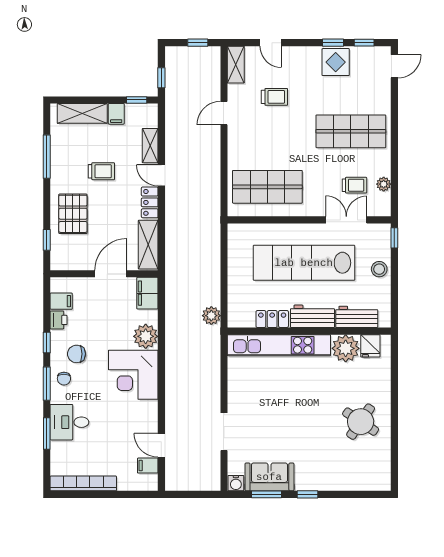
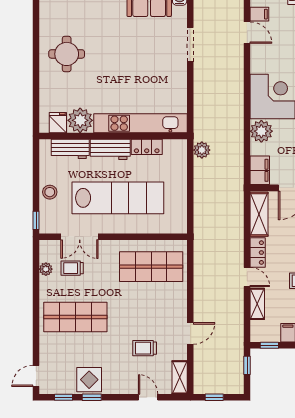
round table: (361, 422) -> (67, 54), turned -34

